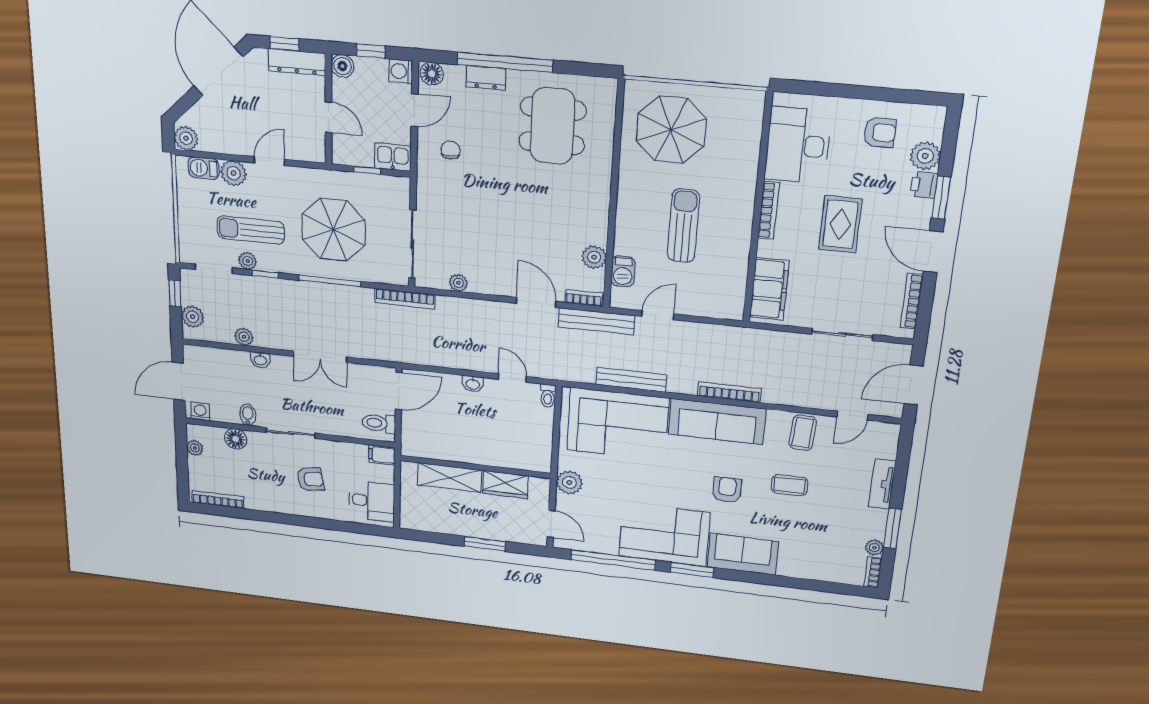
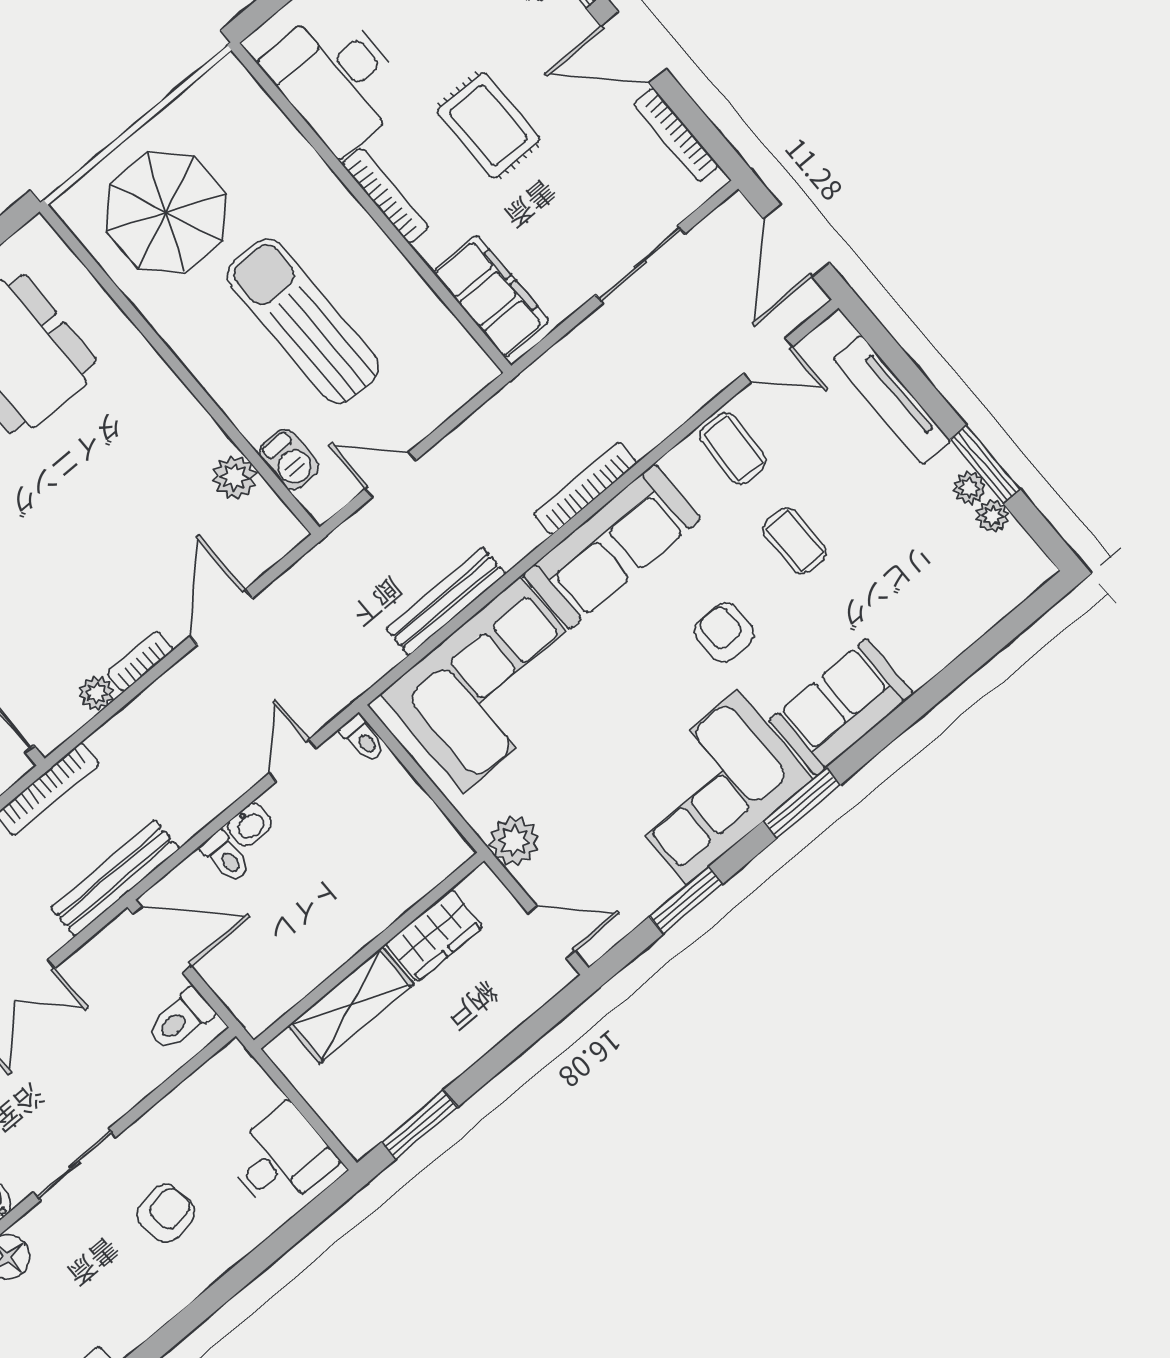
sun lounger: (683, 226) -> (303, 321), width x1.36, depth x1.34
bookcase: (584, 298) -> (140, 661), moved
door: (536, 302) -> (221, 617), hinge flipped
door: (658, 315) -> (390, 475), hinge flipped
bench: (596, 321) -> (115, 878), moved
door: (512, 378) -> (293, 761), hinge flipped
toilet: (452, 386) -> (226, 857), added
door: (399, 391) -> (162, 940), hinge flipped
door: (852, 416) -> (768, 360), hinge flipped
filing cabinet: (382, 455) -> (229, 1067), removed
tv unit: (882, 484) -> (892, 400), width x1.41
coffee table: (789, 485) -> (794, 541), turned 90
plant: (877, 530) -> (969, 488), added
window: (485, 544) -> (419, 1125), moved
window: (613, 560) -> (686, 900), width x0.47
bookcase: (873, 572) -> (1029, 554), removed

